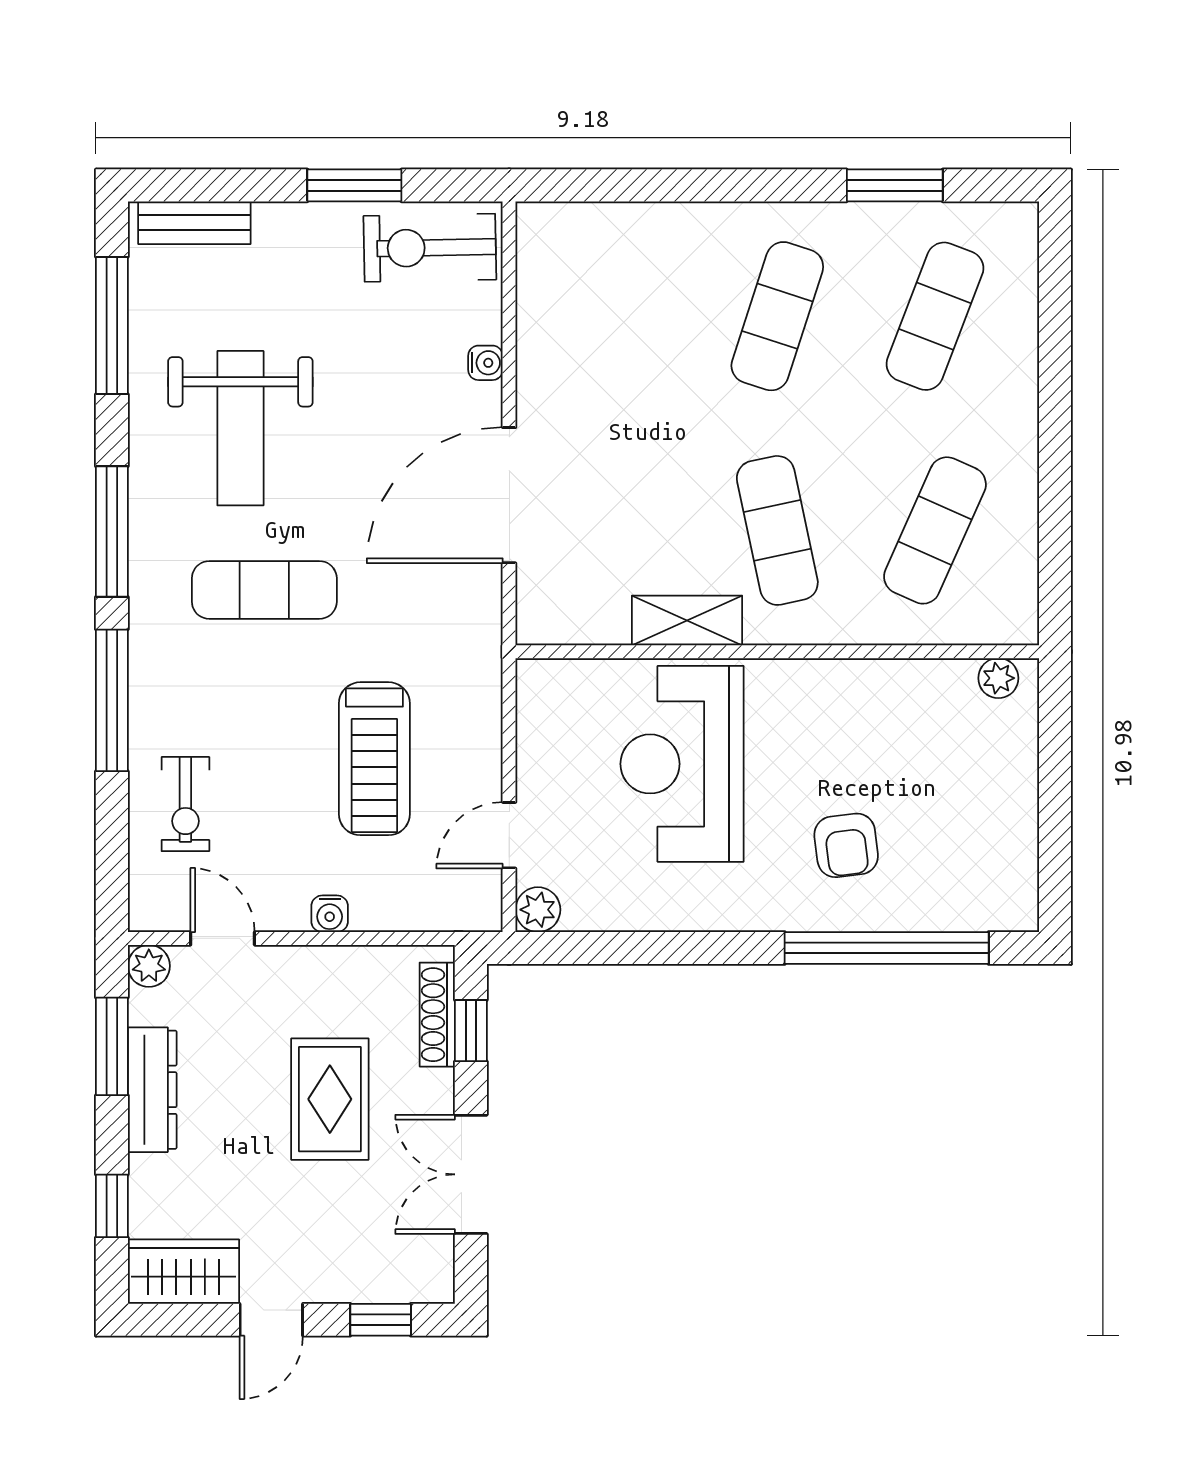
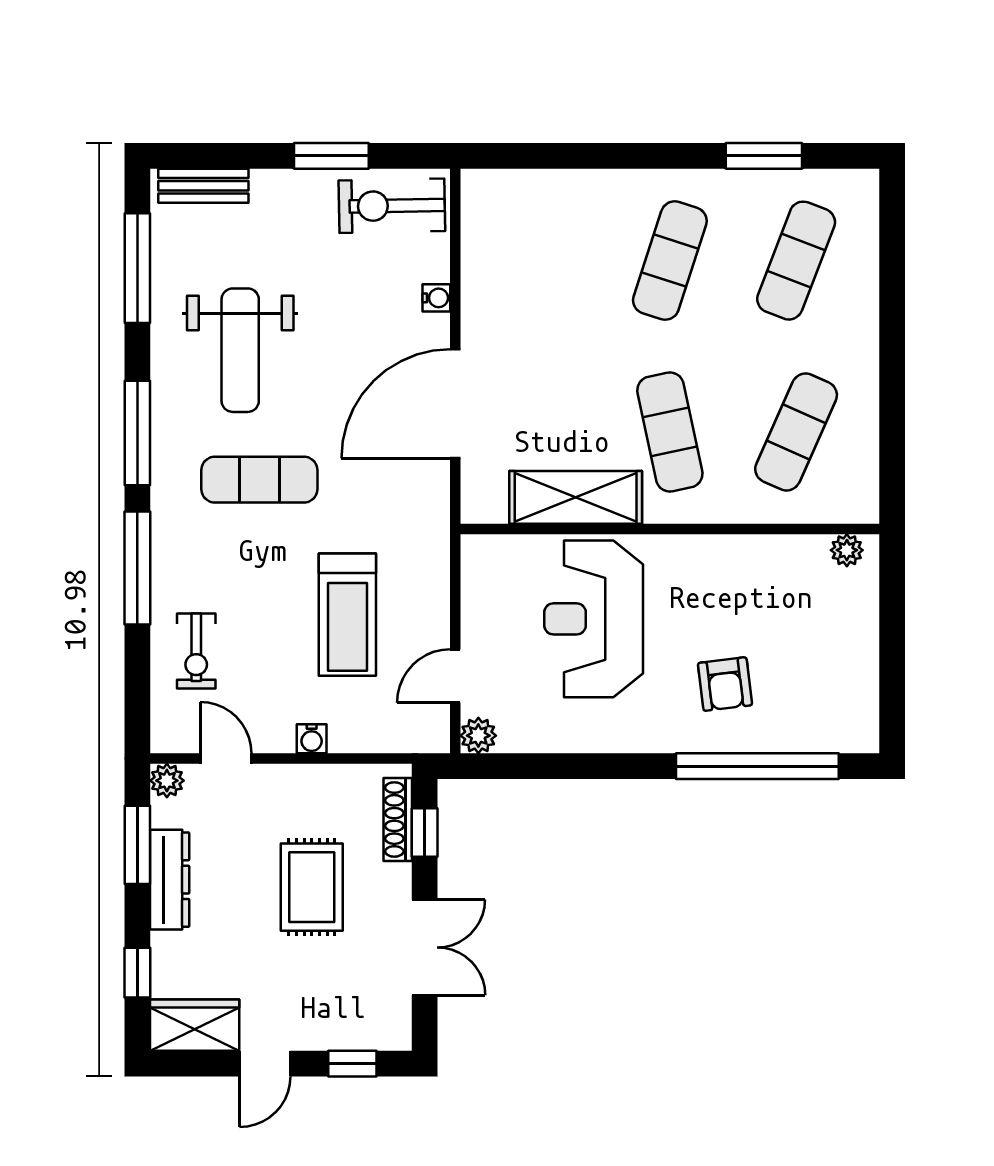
shelving: (687, 620) -> (576, 497), width x1.50, depth x1.33
double door: (471, 1174) -> (425, 947), swing flipped

